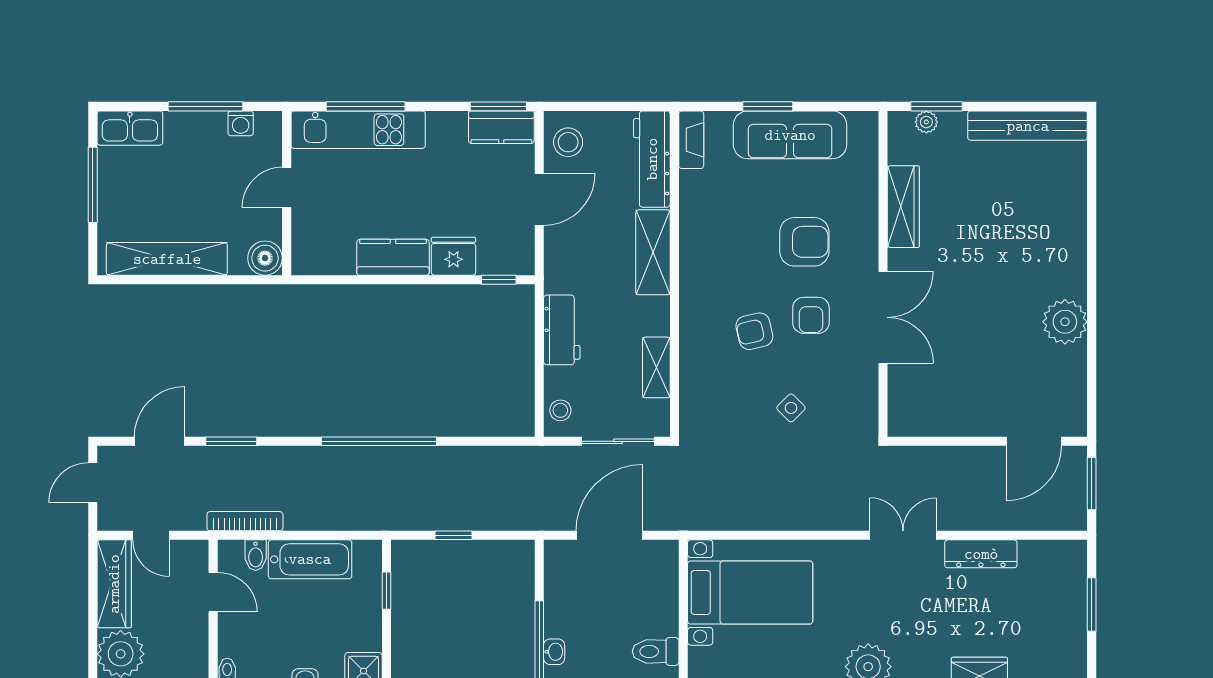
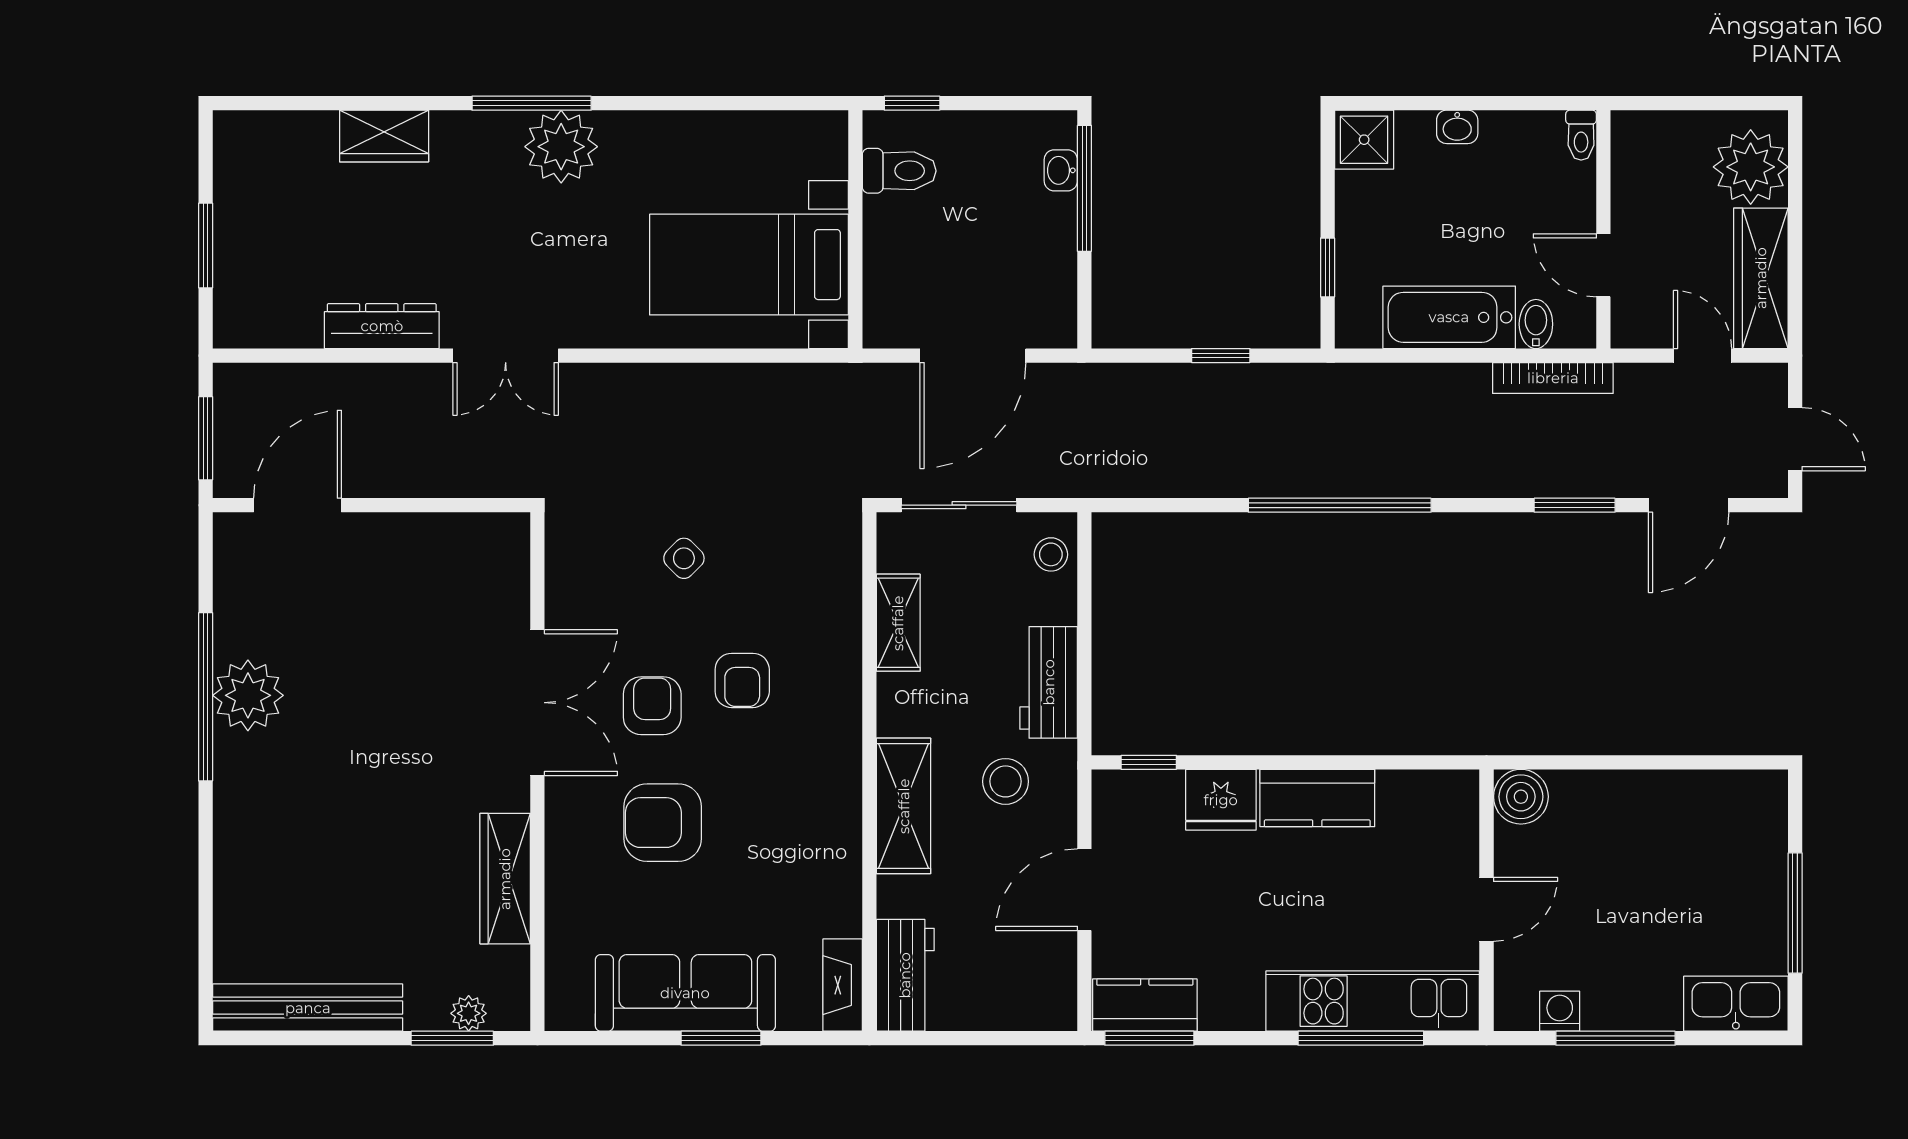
stool: (568, 142) -> (1006, 781), moved
workbench: (652, 159) -> (905, 975), width x0.73
shelving: (167, 259) -> (1677, 796), removed
double door: (883, 317) -> (537, 703), swing flipped
window: (1092, 321) -> (206, 697), added
armchair: (754, 331) -> (742, 680), turned 103
door: (93, 483) -> (1795, 439), hinge flipped

